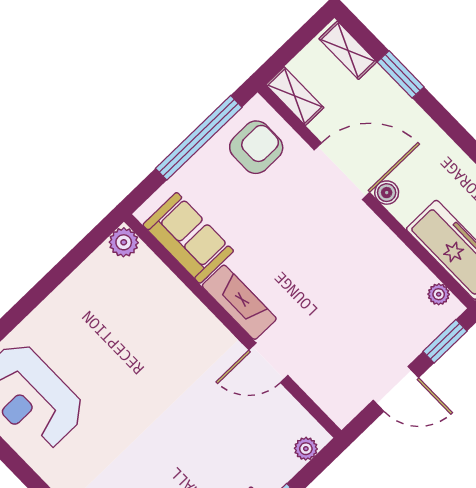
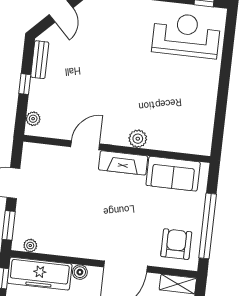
armchair: (256, 147) -> (176, 244), turned 180
boiler: (387, 193) -> (80, 272), moved
plant: (124, 242) -> (138, 139), moved

